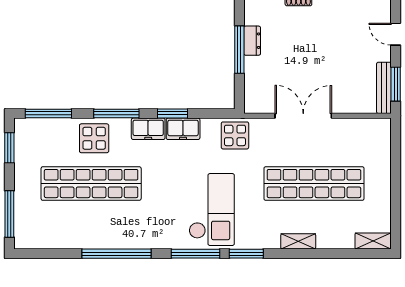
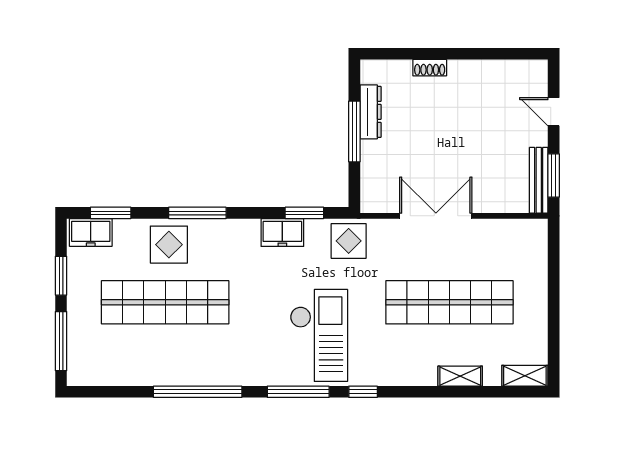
dresser: (252, 41) -> (371, 112), width x1.44
window: (48, 113) -> (111, 213), width x0.69
window: (173, 113) -> (304, 213), moved
freezer: (148, 129) -> (91, 232), moved
window: (9, 148) -> (61, 276), moved
shelving: (298, 241) -> (460, 376), moved
window: (246, 254) -> (363, 392), width x0.67

